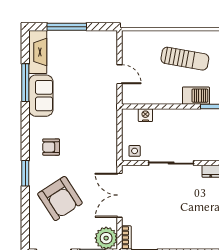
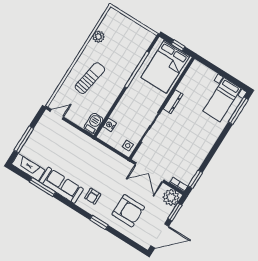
door: (120, 74) -> (57, 114), moved
sofa: (41, 96) -> (61, 185), width x1.36
barbecue: (196, 96) -> (93, 124), moved
armchair: (60, 199) -> (128, 211), turned 33

